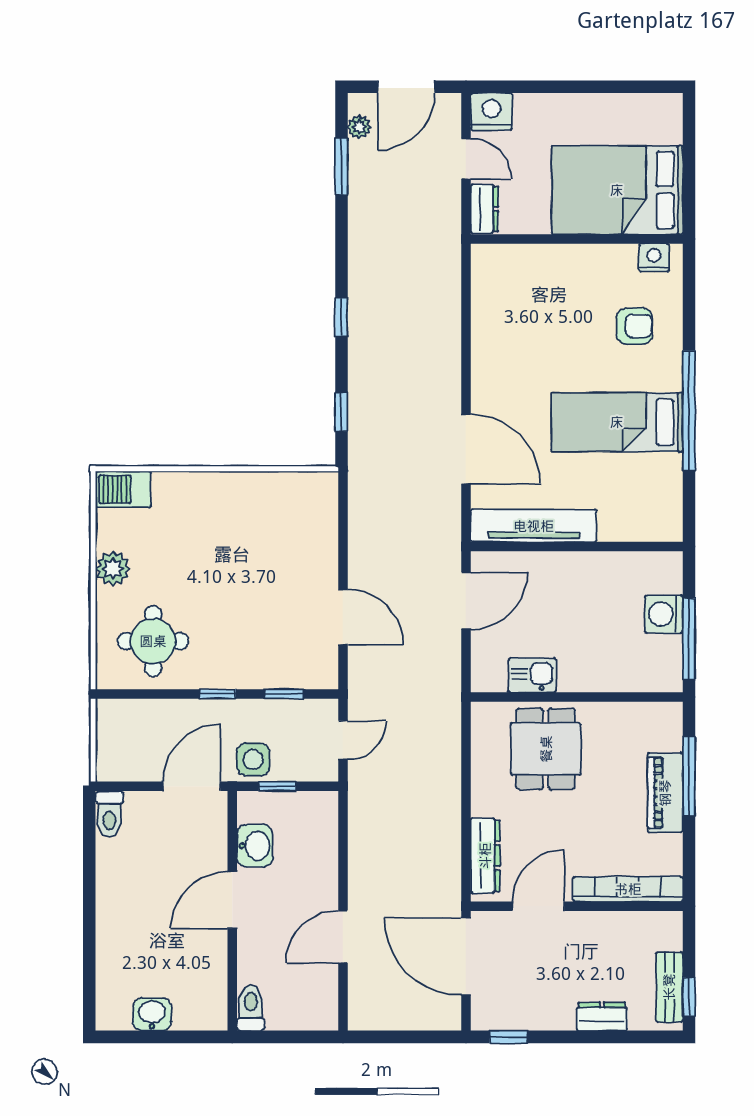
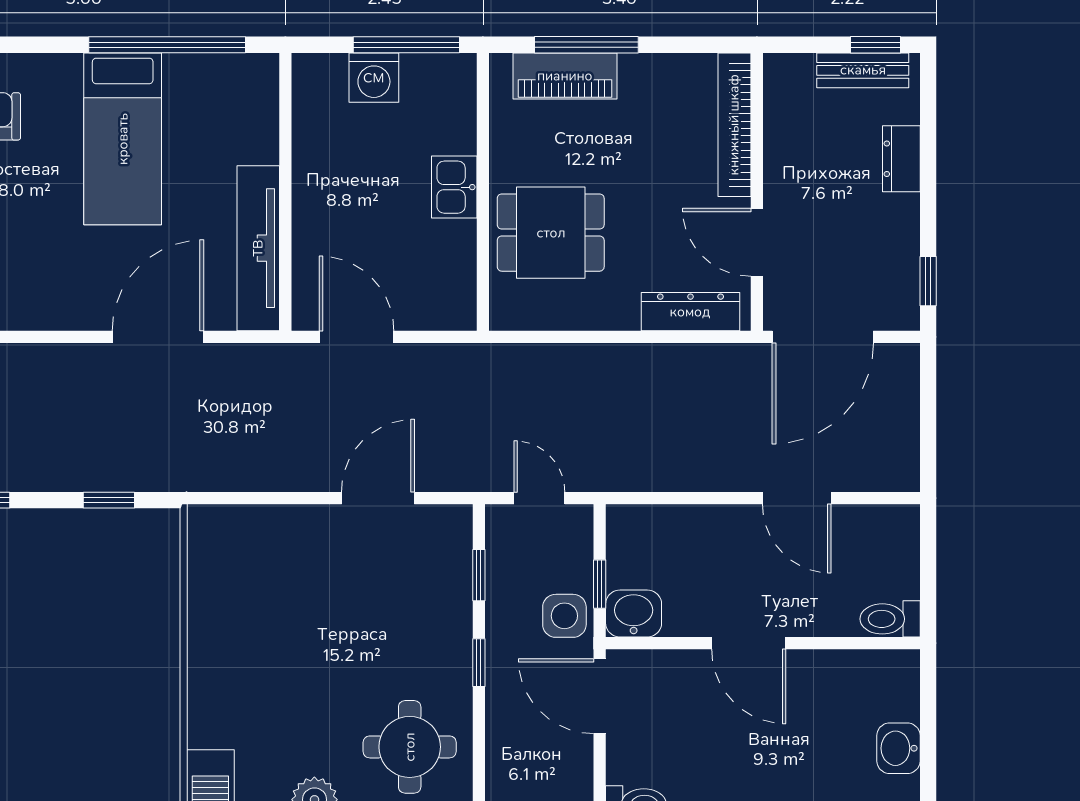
window: (689, 410) -> (167, 45), moved
kitchen sink: (532, 675) -> (454, 187), moved
piano: (665, 793) -> (565, 76), moved
washbasin: (255, 846) -> (634, 614), moved

